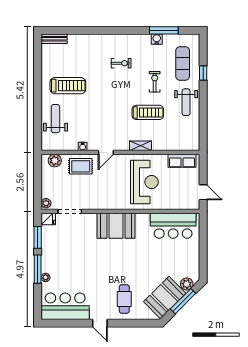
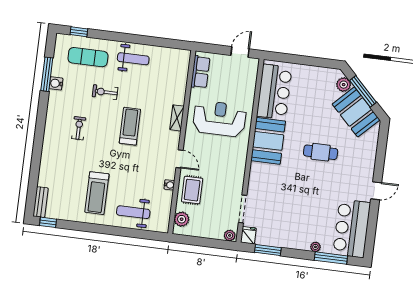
window: (38, 47) -> (48, 222), added
window: (203, 73) -> (79, 32), moved
treadmill: (68, 86) -> (97, 193), turned 180
treadmill: (148, 112) -> (130, 126), moved
booth: (116, 226) -> (268, 141), moved
window: (38, 269) -> (331, 258), moved
cafe table: (124, 299) -> (321, 152), moved

